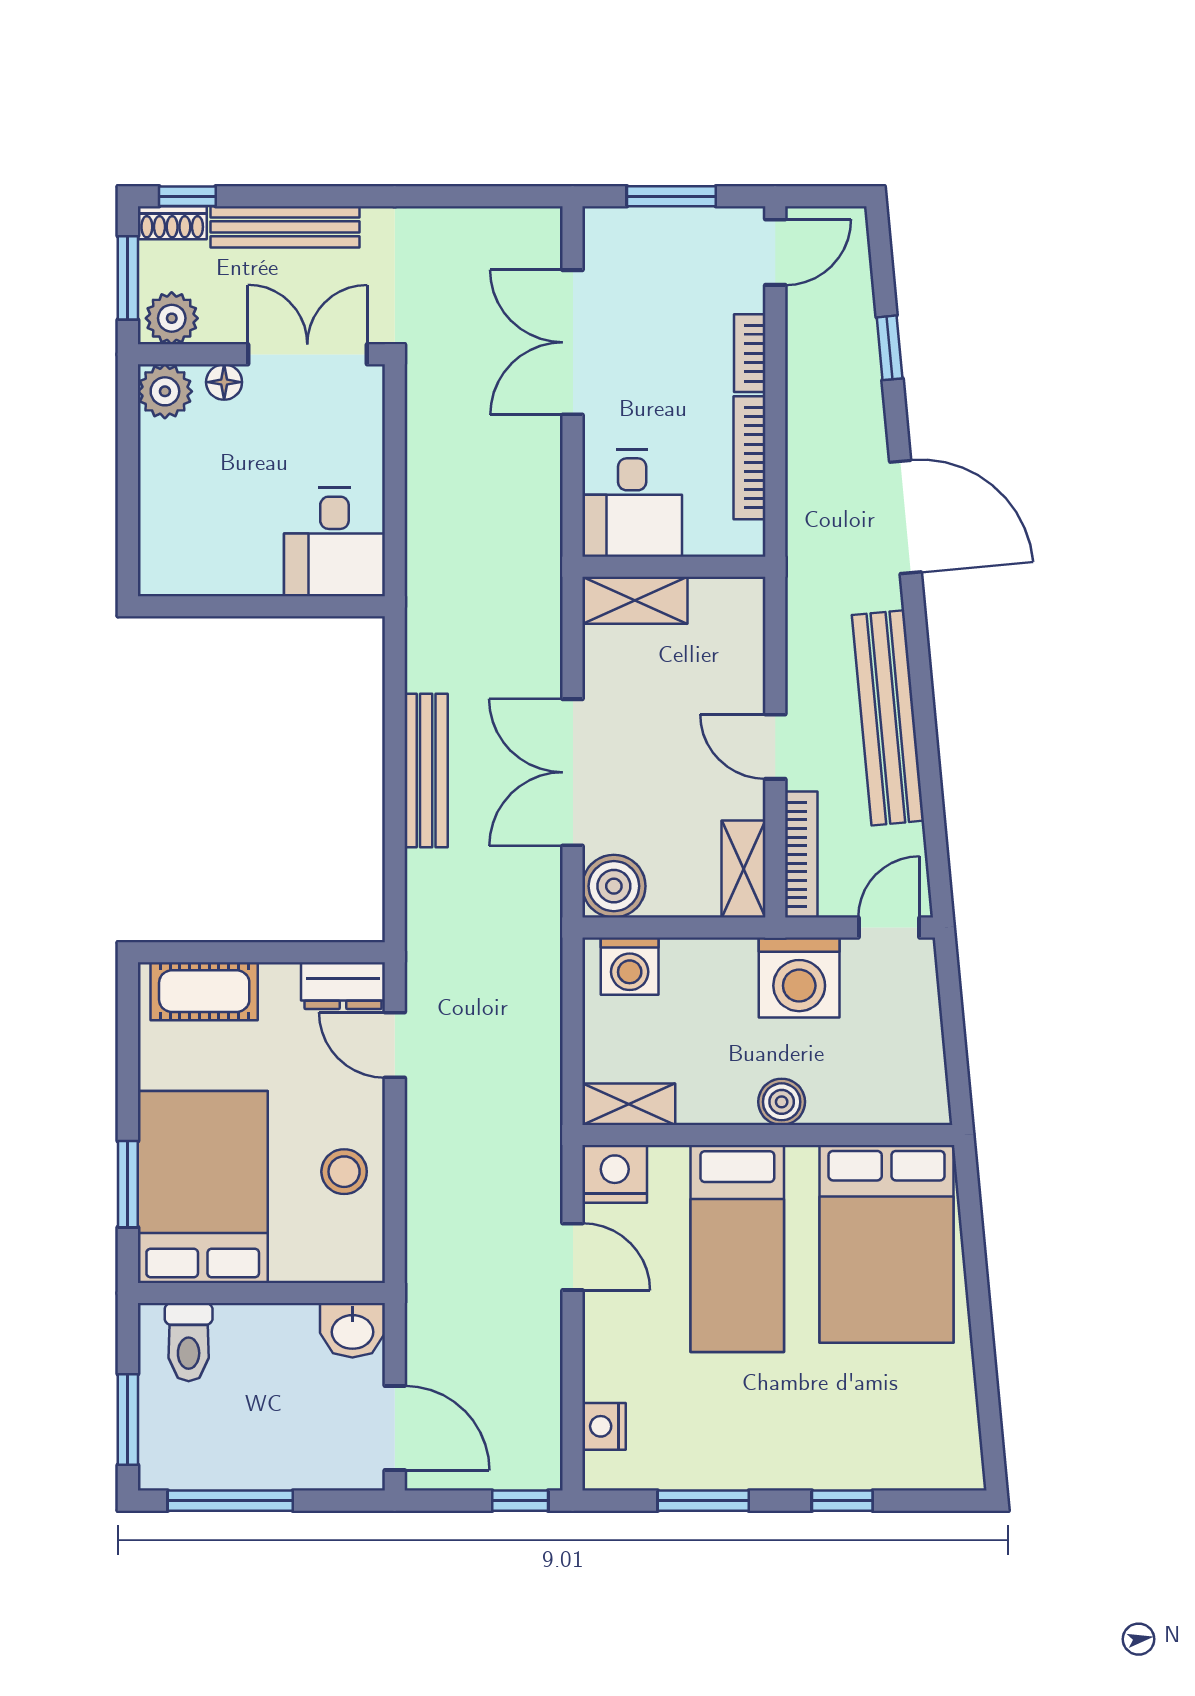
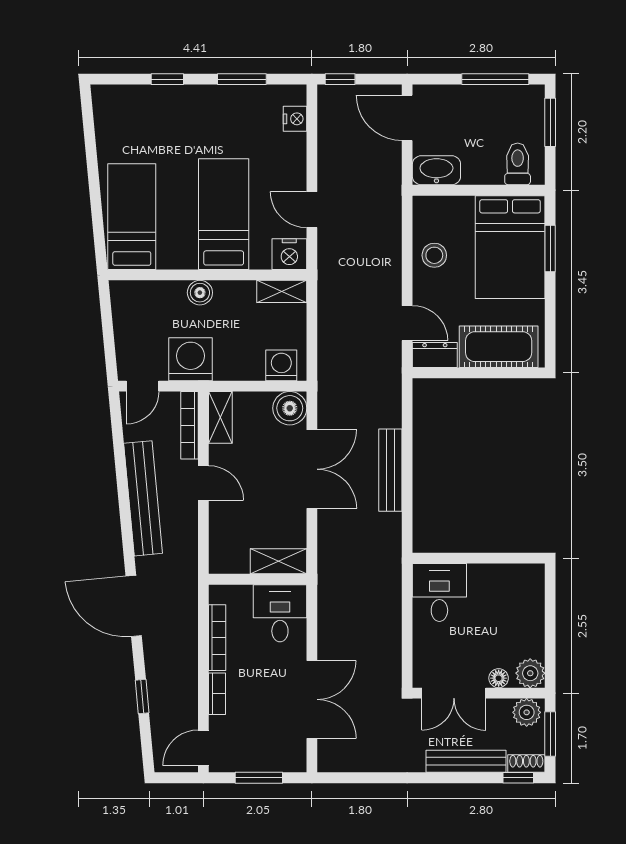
cot: (204, 991) -> (499, 347), width x1.37, depth x1.34
bed: (887, 1244) -> (132, 217), width x0.67
washbasin: (352, 1330) -> (436, 170), width x1.38

